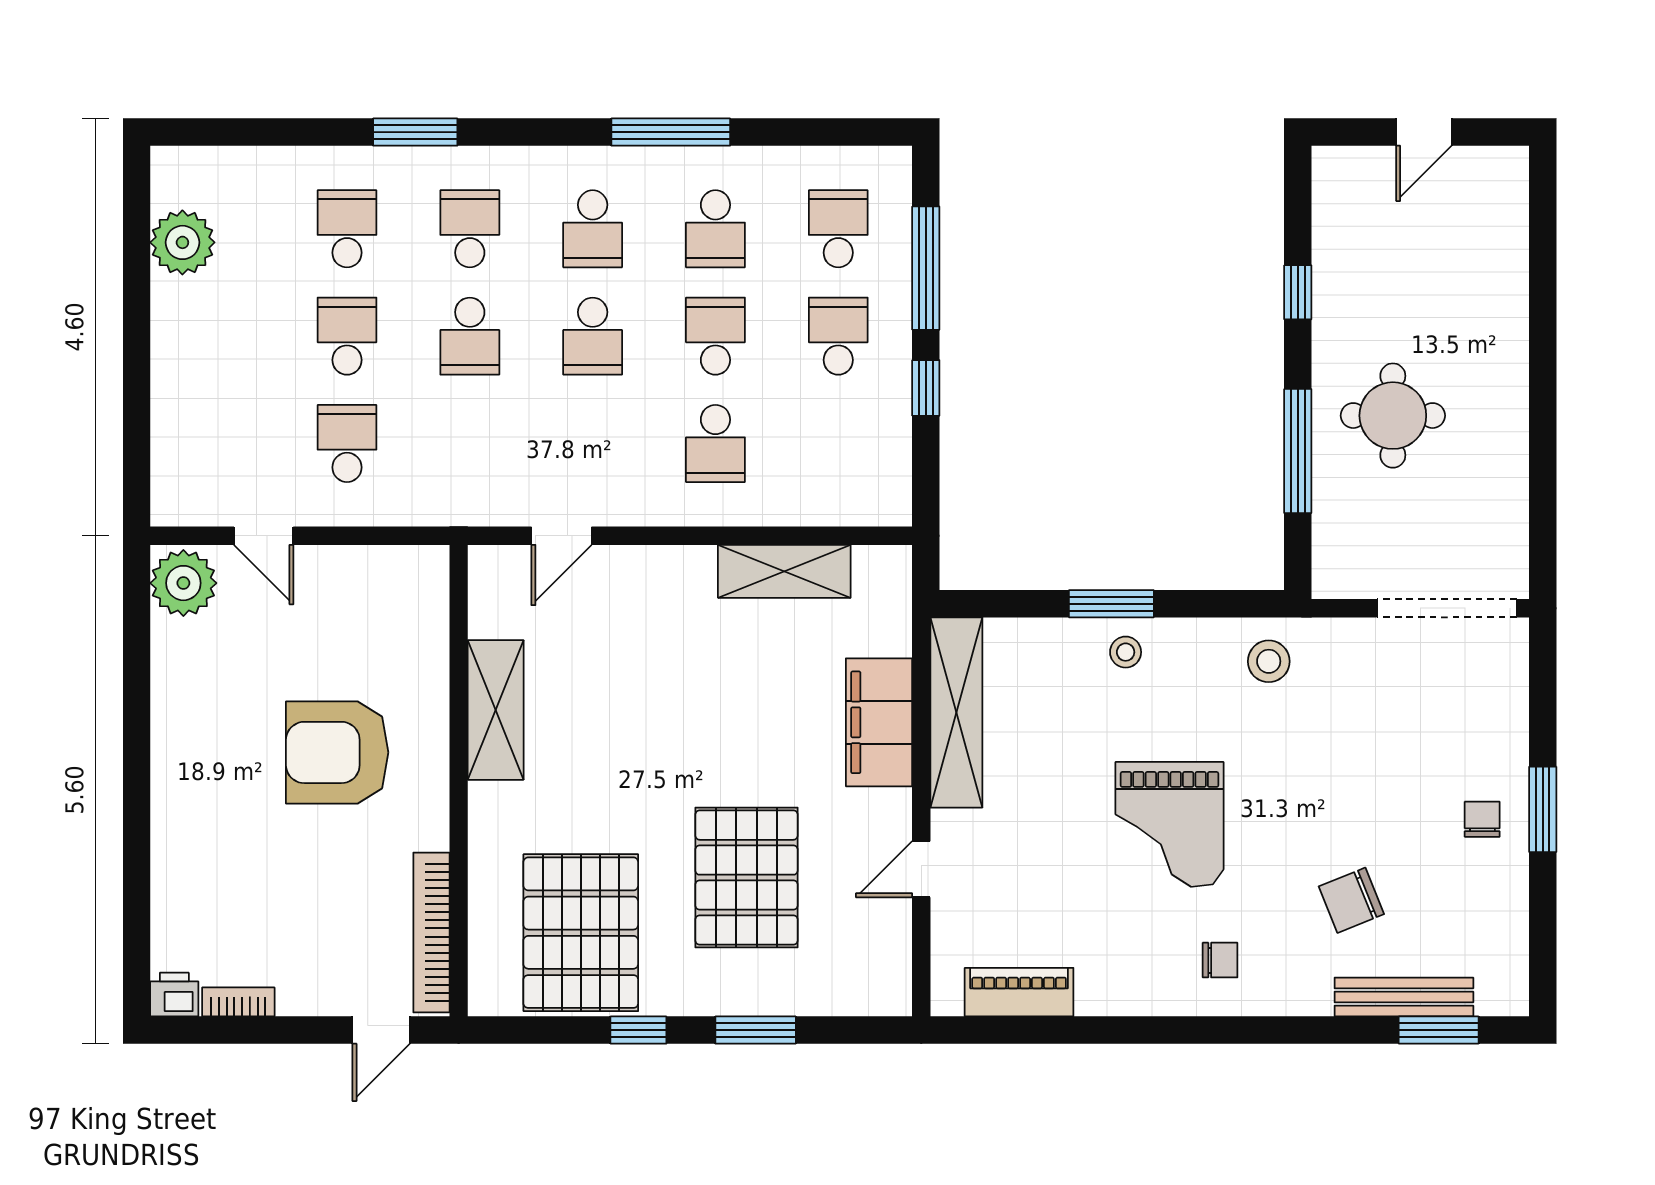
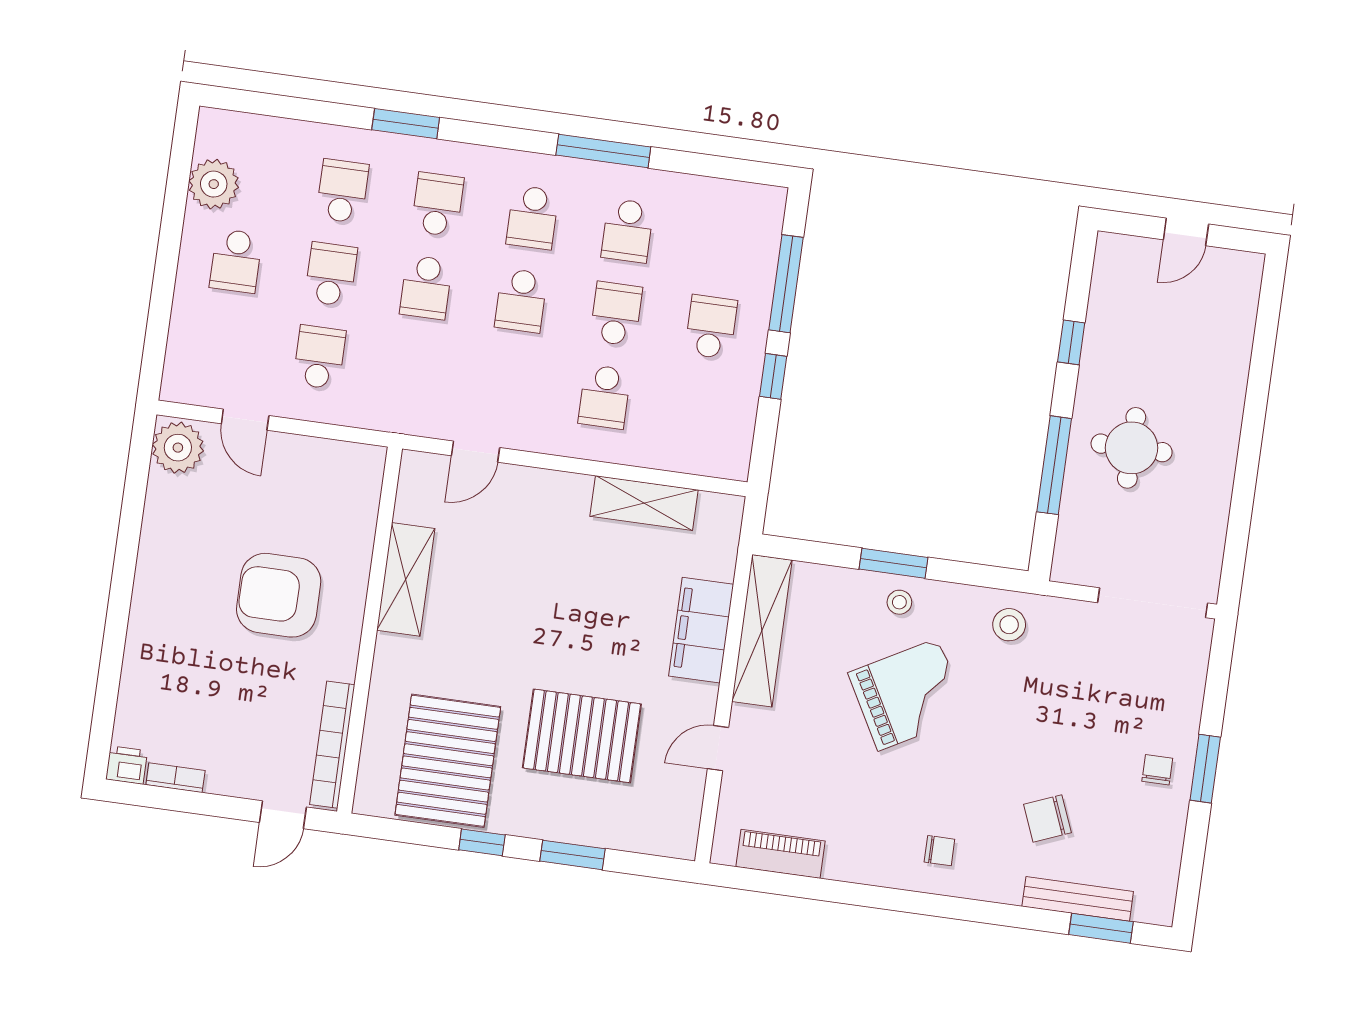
school desk: (838, 229) -> (236, 261), moved, turned 180
grand piano: (1170, 824) -> (908, 695), moved, turned -119
pallet: (746, 878) -> (582, 736), turned 90

